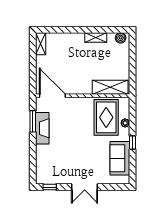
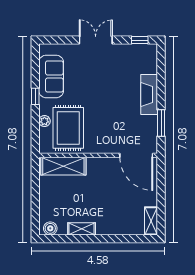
fireplace: (42, 128) -> (149, 94), moved

